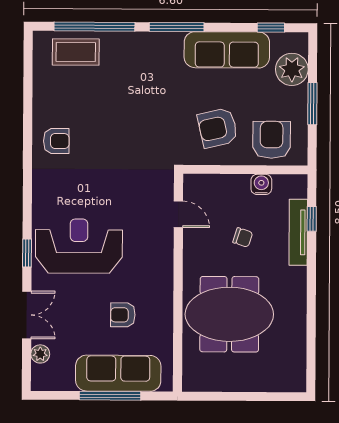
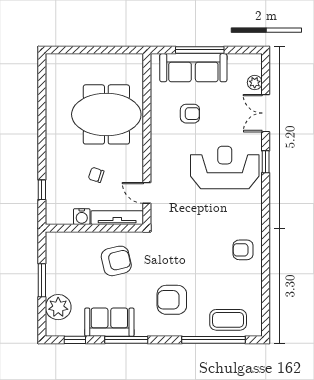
window: (177, 27) -> (126, 340), moved
sofa: (227, 50) -> (109, 322), width x0.73
armchair: (272, 140) -> (172, 300), moved, turned 90
tv unit: (298, 232) -> (117, 218), moved, turned -90
reception desk: (79, 246) -> (225, 167), turned 180

